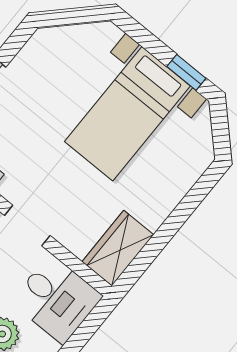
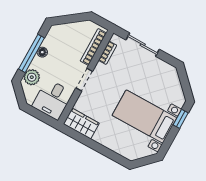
window: (186, 72) -> (181, 119), moved

